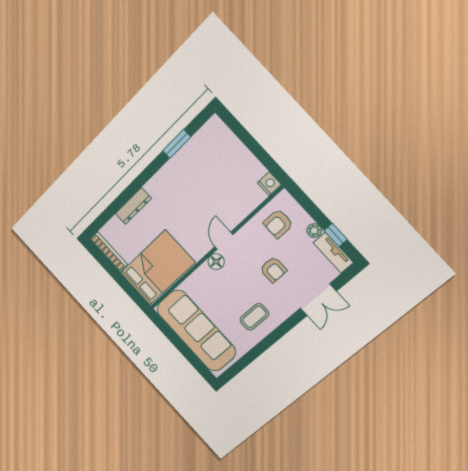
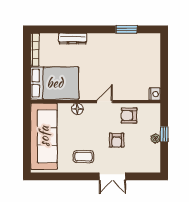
armchair: (278, 224) -> (129, 116), moved
window: (336, 235) -> (164, 134), moved
tv unit: (333, 253) -> (155, 158), removed
floor lamp: (216, 262) -> (77, 109), moved
double door: (318, 300) -> (112, 176), moved

